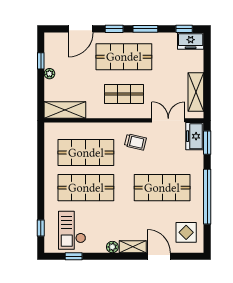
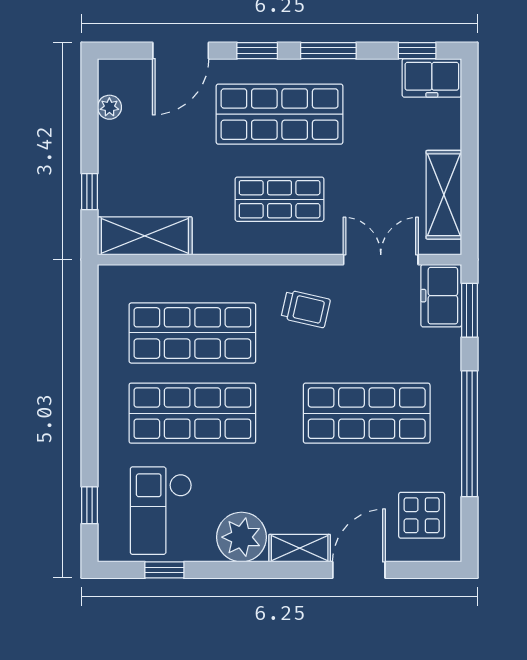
window: (41, 61) -> (90, 192), moved
plant: (49, 74) -> (109, 107), moved
plant: (112, 247) -> (241, 537), width x1.88, depth x1.88
door: (159, 256) -> (359, 570), hinge flipped

